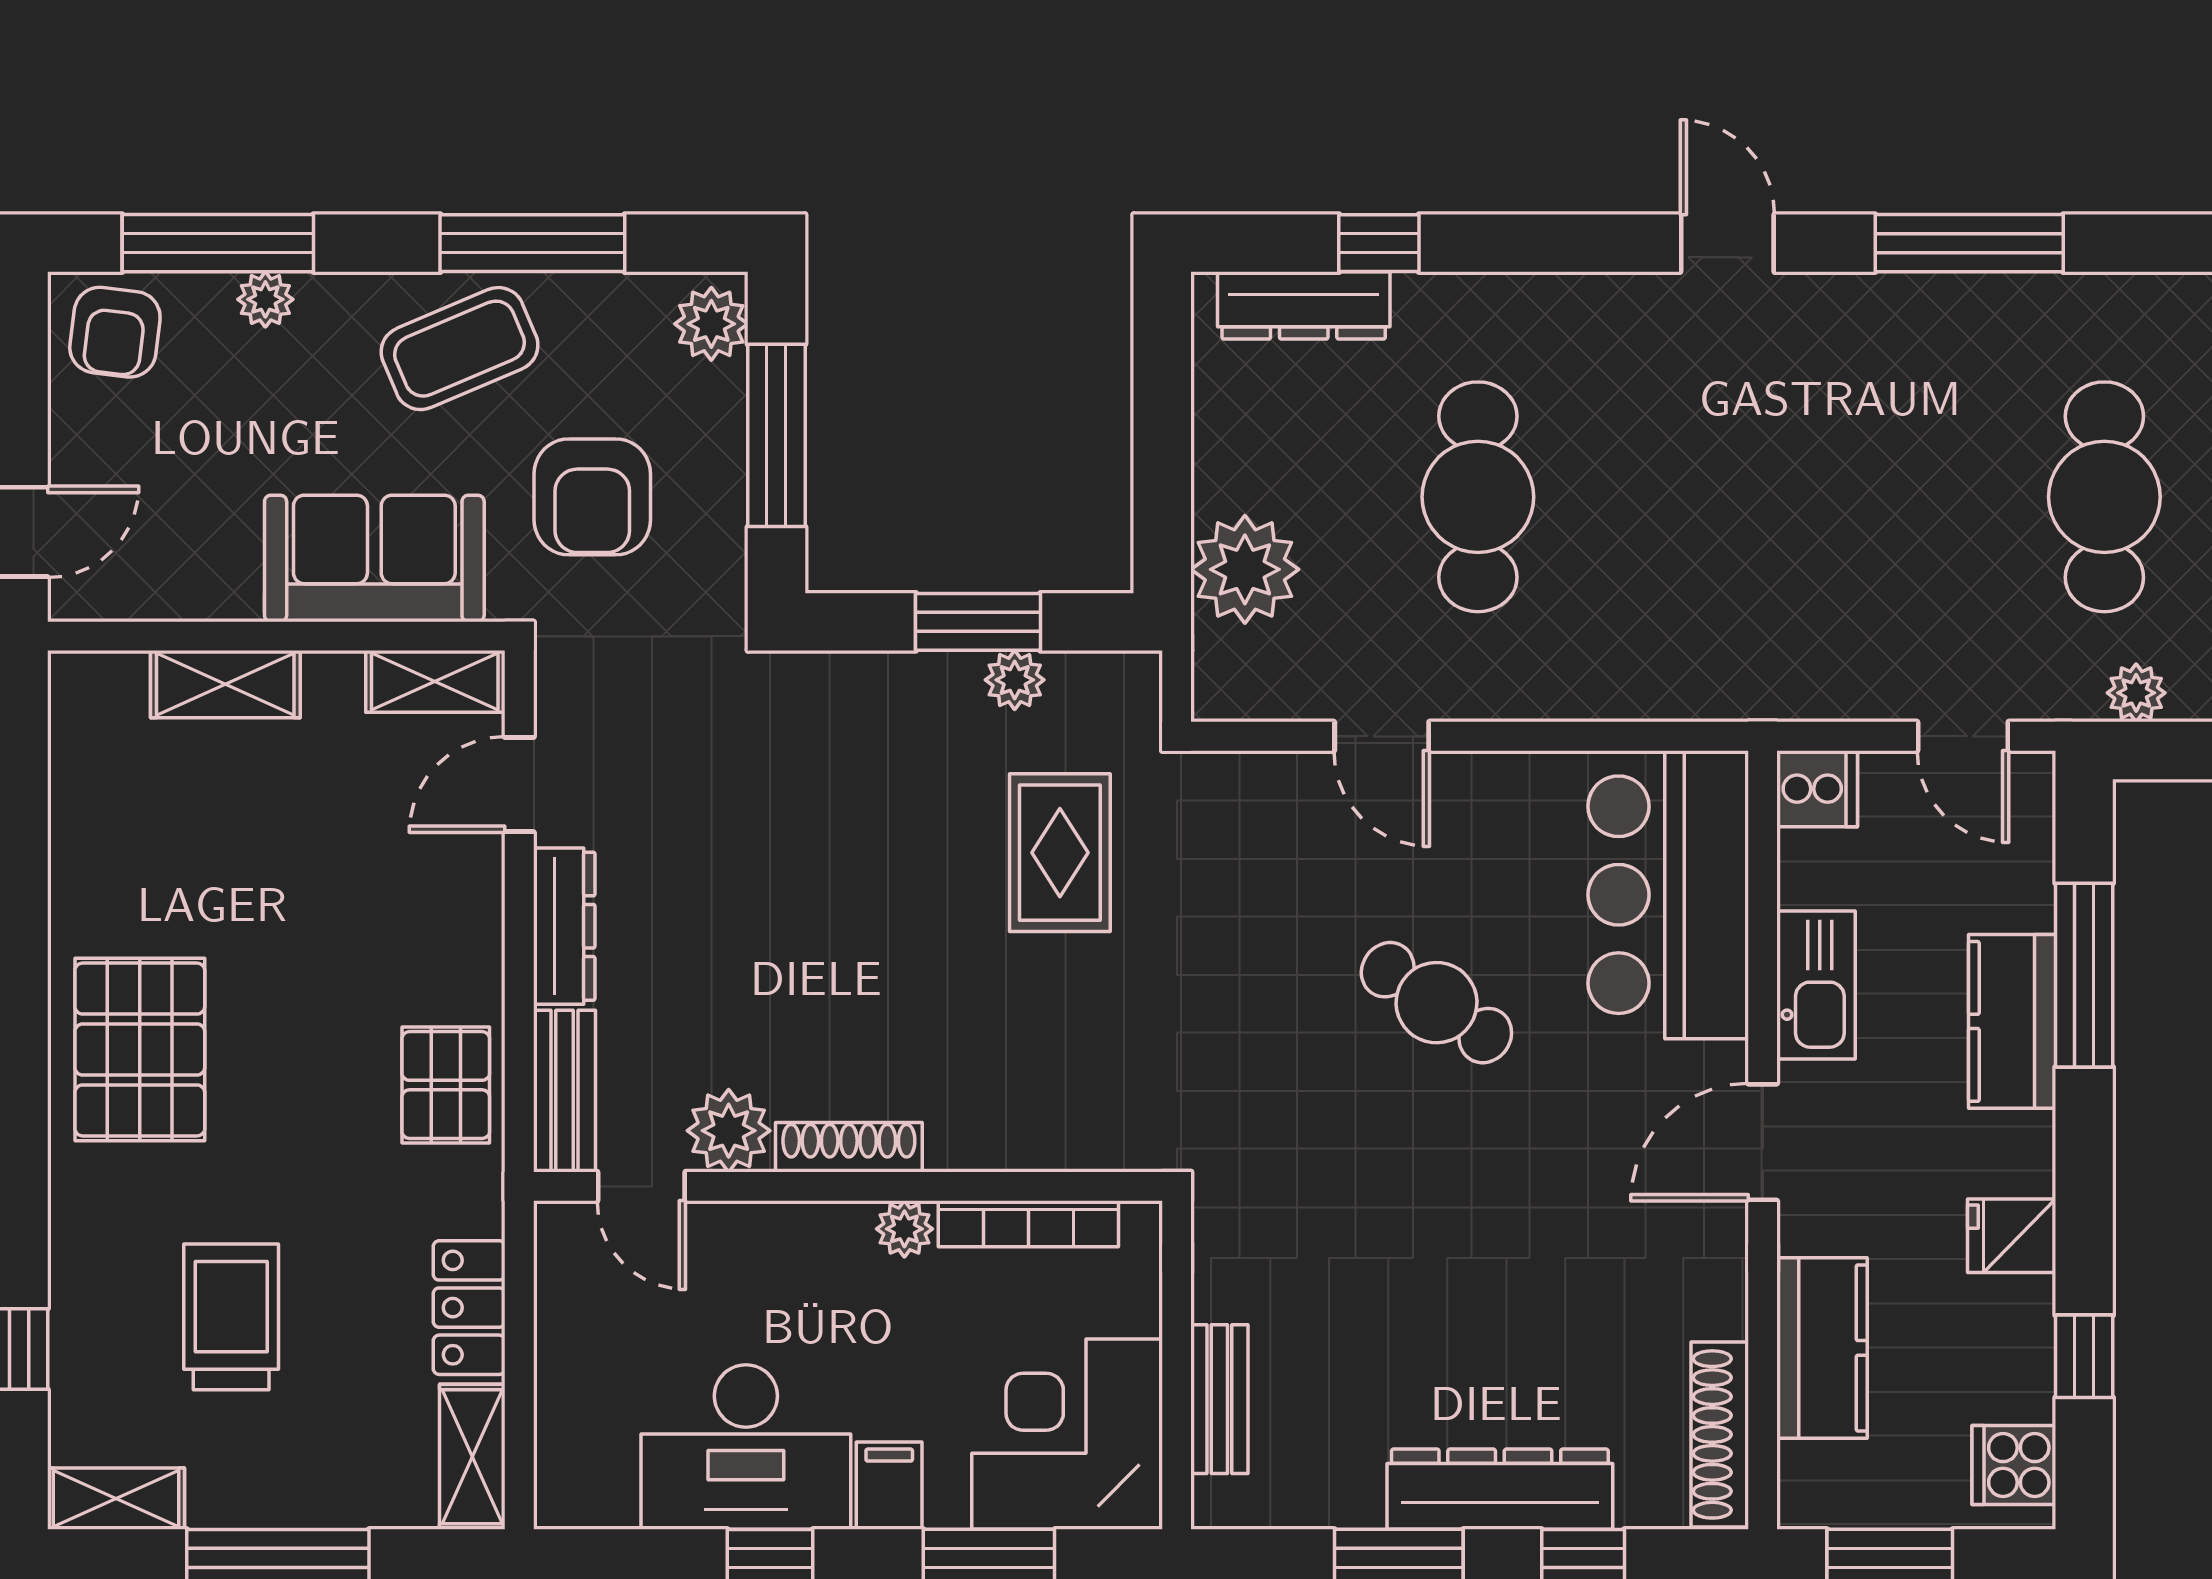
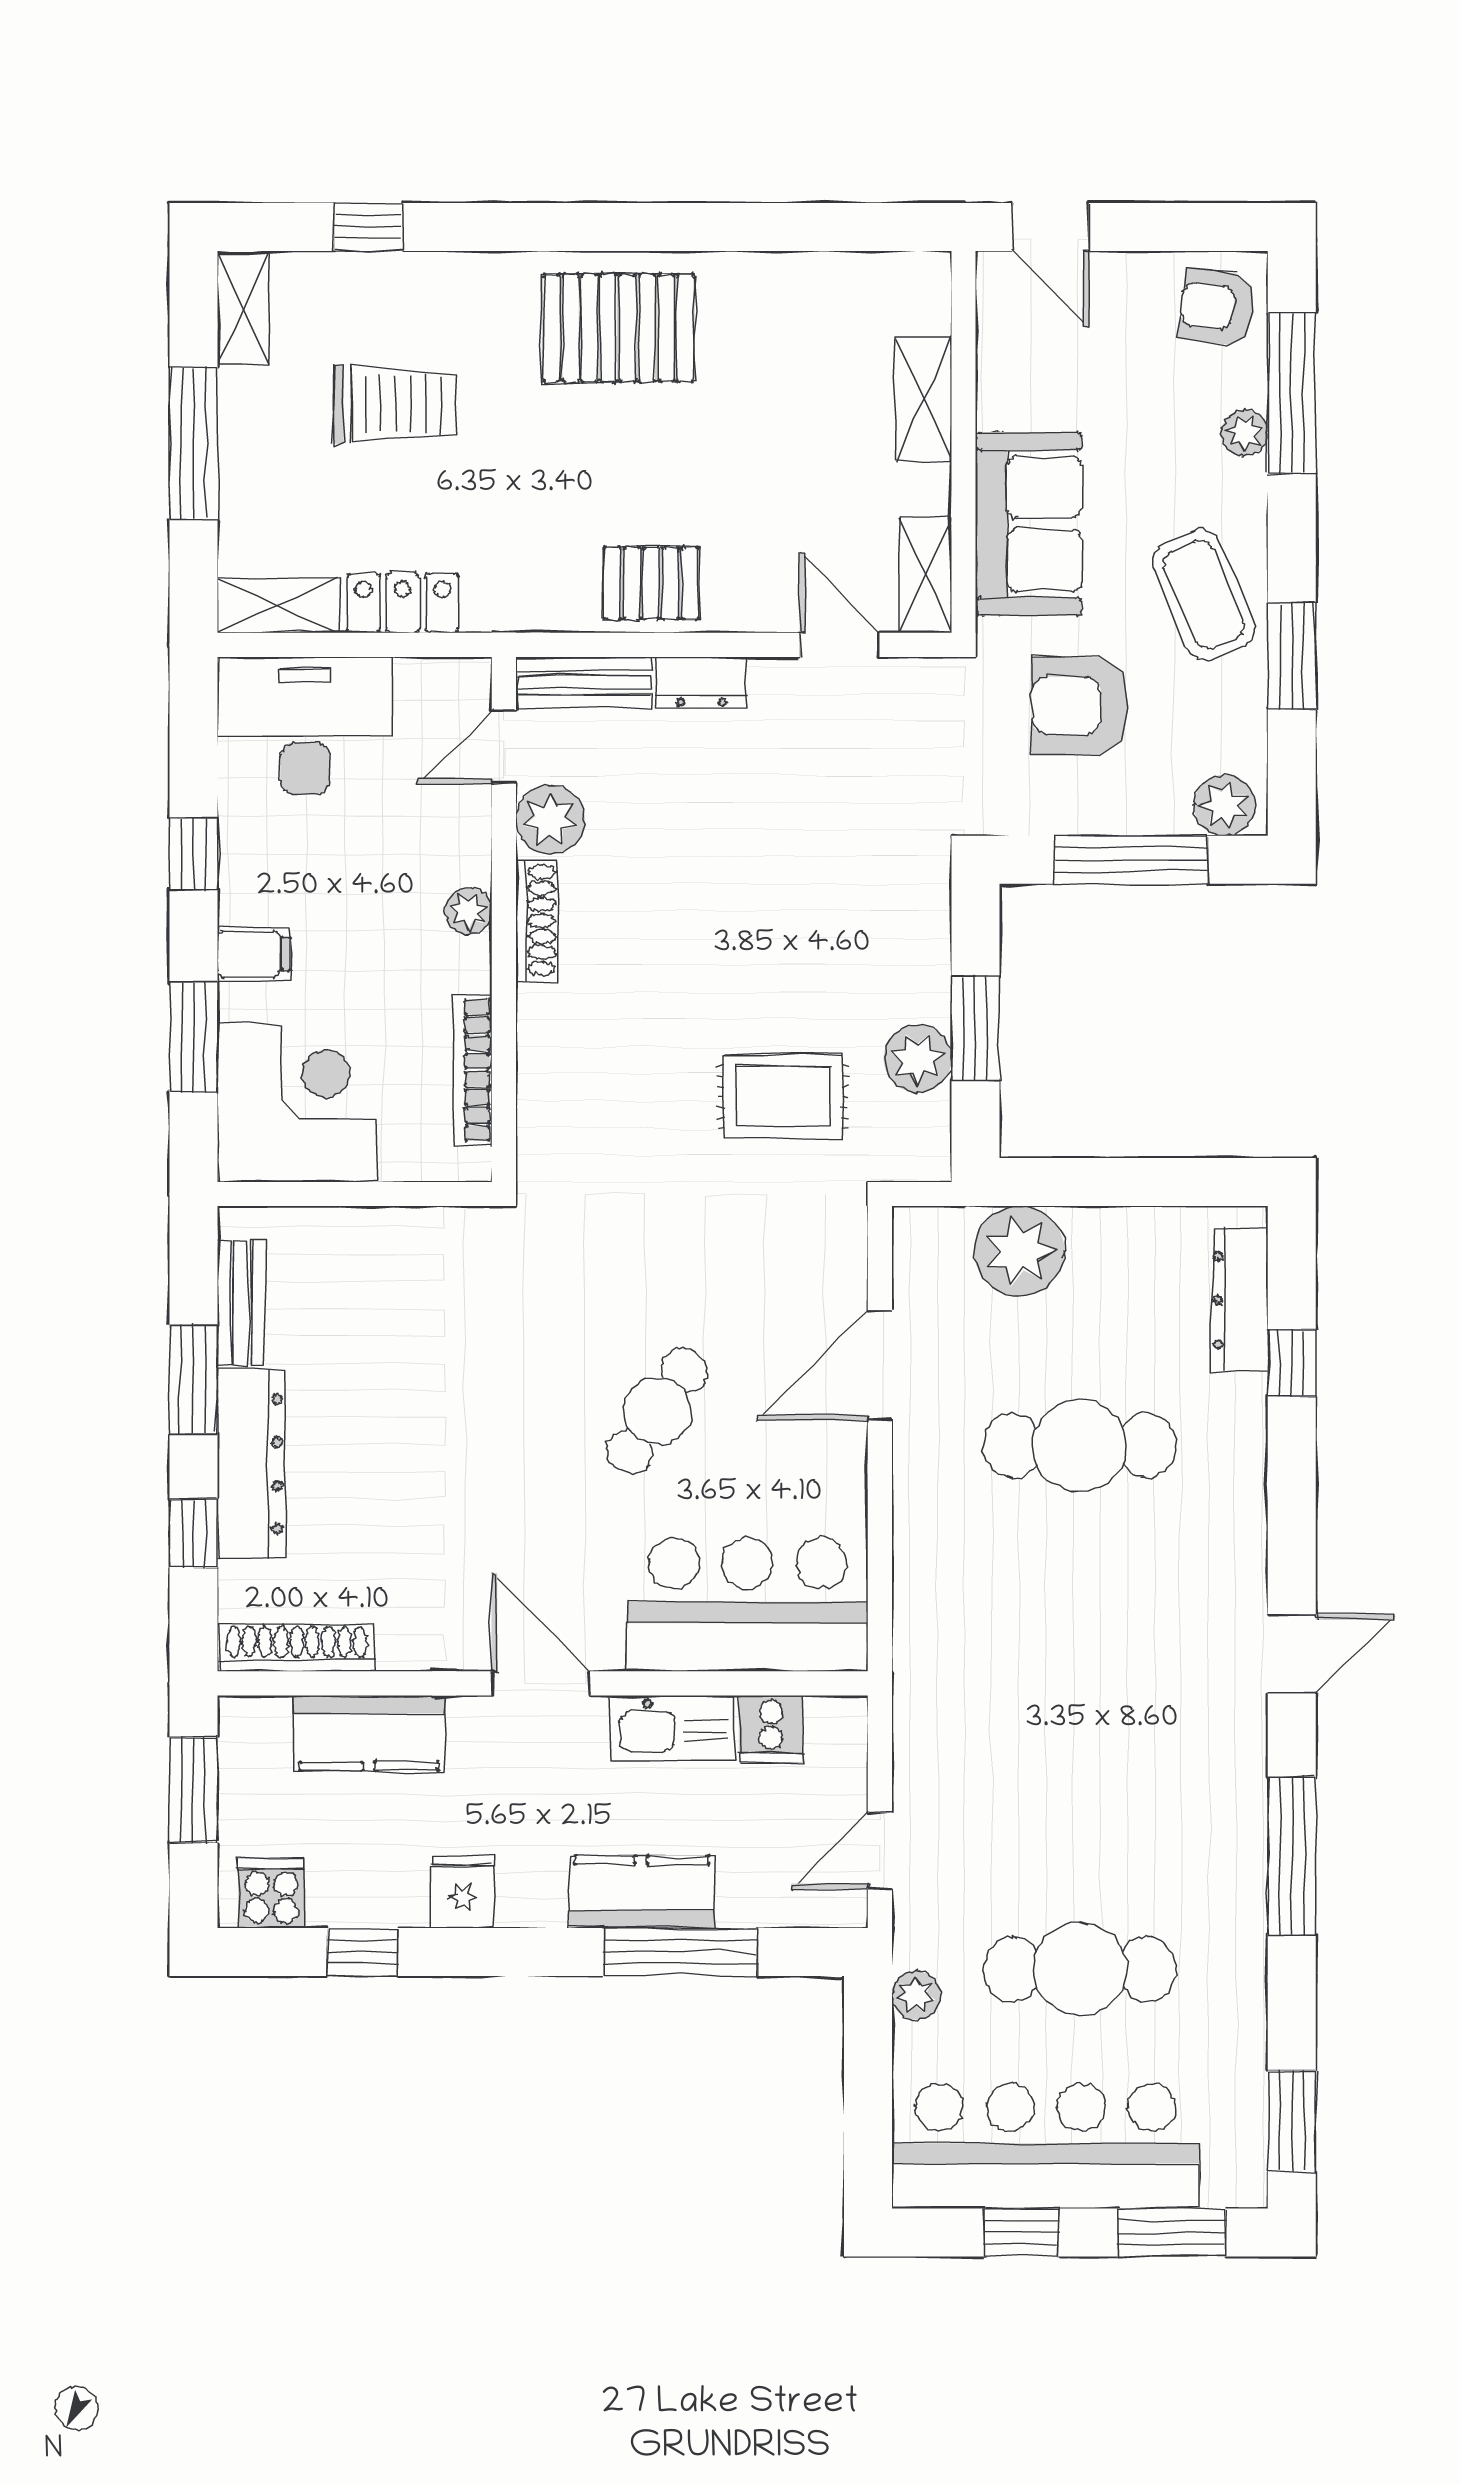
window: (532, 243) -> (1292, 656), width x0.69
plant: (1015, 680) -> (918, 1059), width x1.38, depth x1.38
door: (1382, 736) -> (880, 1365), width x1.38
cooker: (1817, 789) -> (771, 1729), moved
dresser: (564, 926) -> (701, 682), width x0.70
pallet: (446, 1085) -> (651, 583), moved
plant: (904, 1229) -> (468, 911), moved
bench: (1219, 1399) -> (241, 1303), moved, turned 90
desk: (746, 1447) -> (305, 726), moved, turned 90

